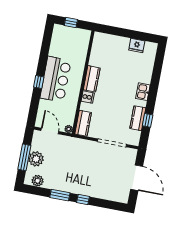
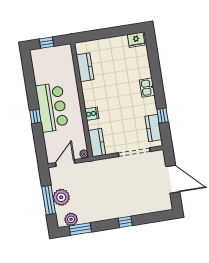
fridge: (137, 45) -> (136, 40), moved
kitchen counter: (92, 79) -> (85, 67), moved
kitchen counter: (138, 118) -> (153, 128), moved
door: (50, 131) -> (65, 163), hinge flipped
window: (60, 195) -> (80, 229), moved

